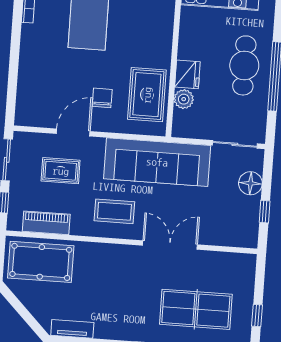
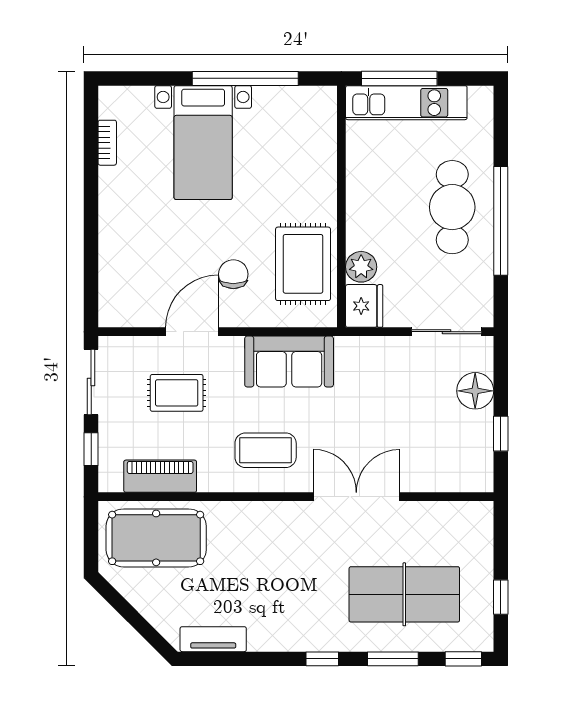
fridge: (187, 74) -> (364, 306), moved
sofa: (157, 162) -> (289, 362), width x0.54, depth x0.79

